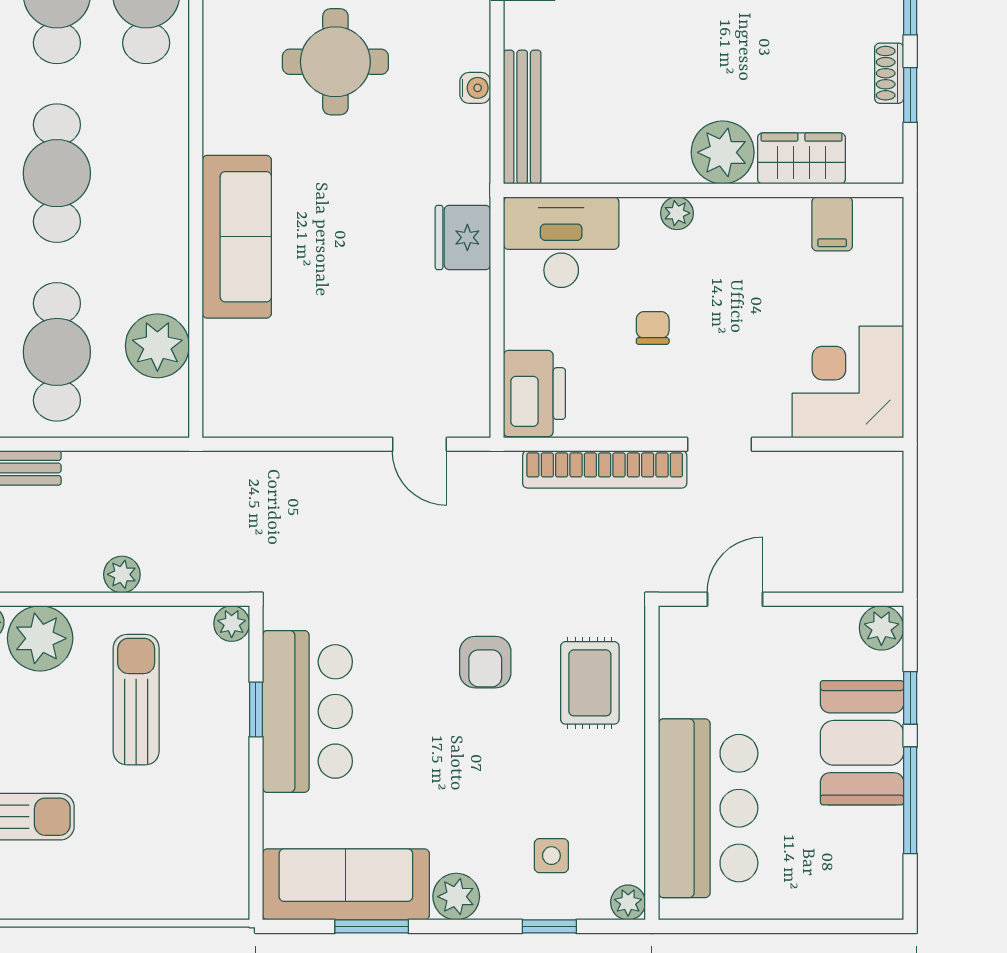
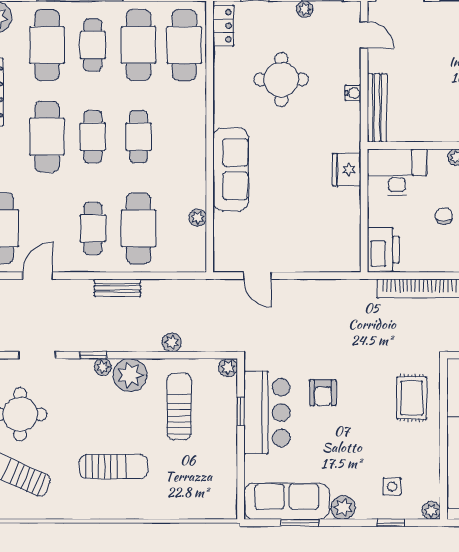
cafe table: (57, 173) -> (139, 137), width x0.73, depth x0.74
plant: (157, 346) -> (198, 218), width x0.53, depth x0.53
door: (420, 444) -> (257, 276), moved
armchair: (485, 662) -> (323, 393), moved

